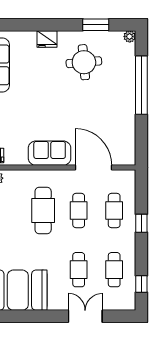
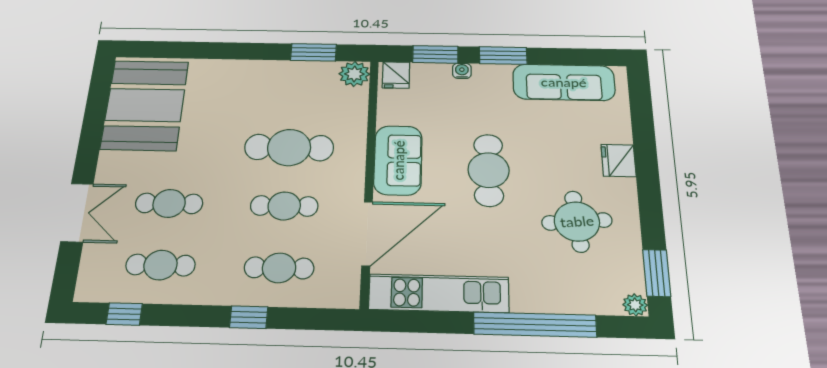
window: (96, 25) -> (657, 273), moved
cafe table: (55, 106) -> (489, 170), added
kitchen unit: (126, 131) -> (439, 293), added

